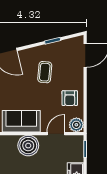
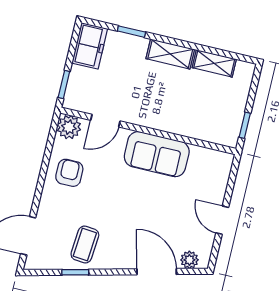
coffee table: (45, 72) -> (85, 245), moved
boiler: (28, 146) -> (155, 112), removed

